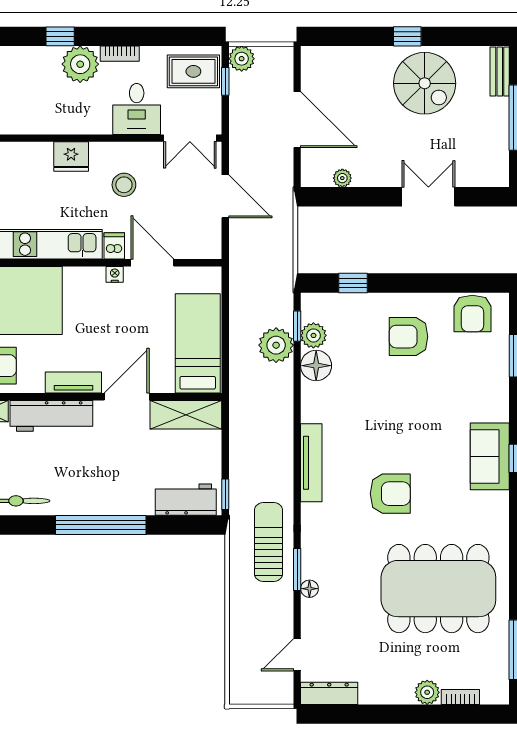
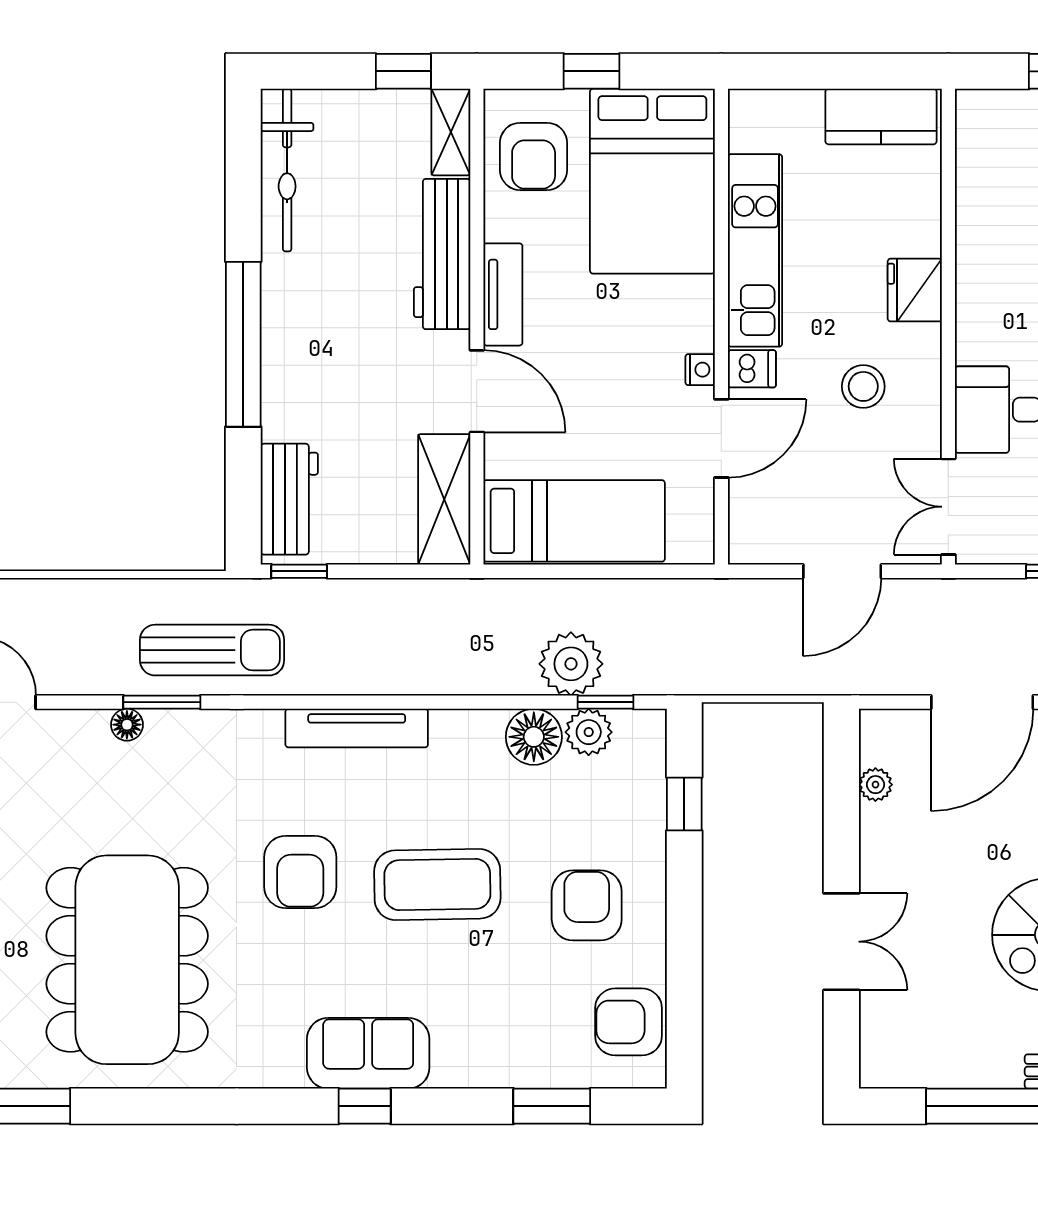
coffee table: (397, 418) -> (437, 884), added

